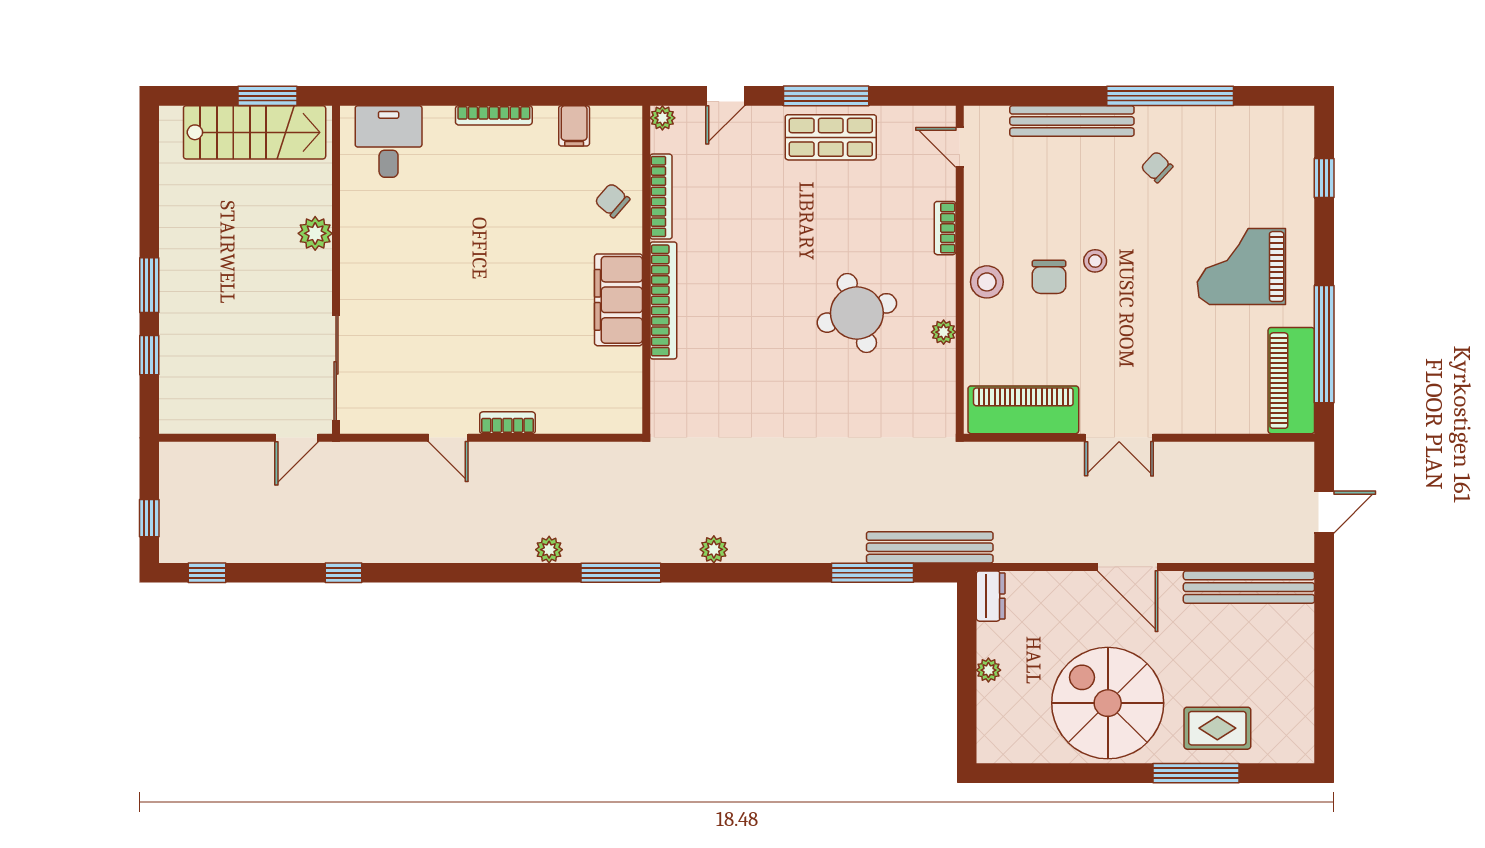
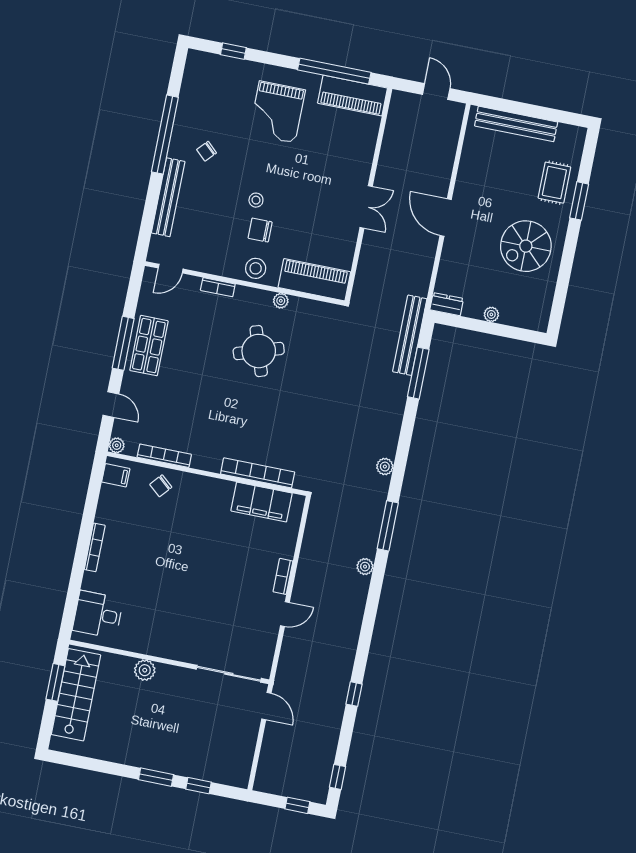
filing cabinet: (574, 126) -> (116, 475), moved
chair: (1049, 277) -> (260, 230), turned 180
filing cabinet: (619, 300) -> (261, 502), moved
bookcase: (663, 300) -> (258, 473), moved
piano: (1023, 410) -> (314, 280), moved, turned 90
door: (1128, 567) -> (446, 217), swing flipped
bench: (1249, 587) -> (516, 124), moved, turned 90
spiral stairs: (1108, 703) -> (526, 246), width x0.73, depth x0.73
window: (1196, 773) -> (579, 201), width x0.69

